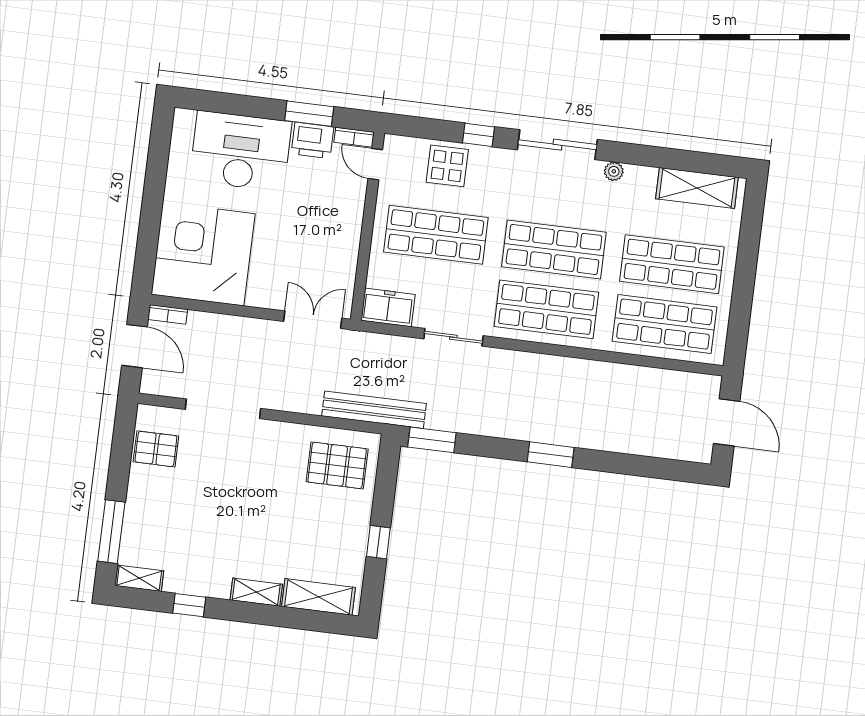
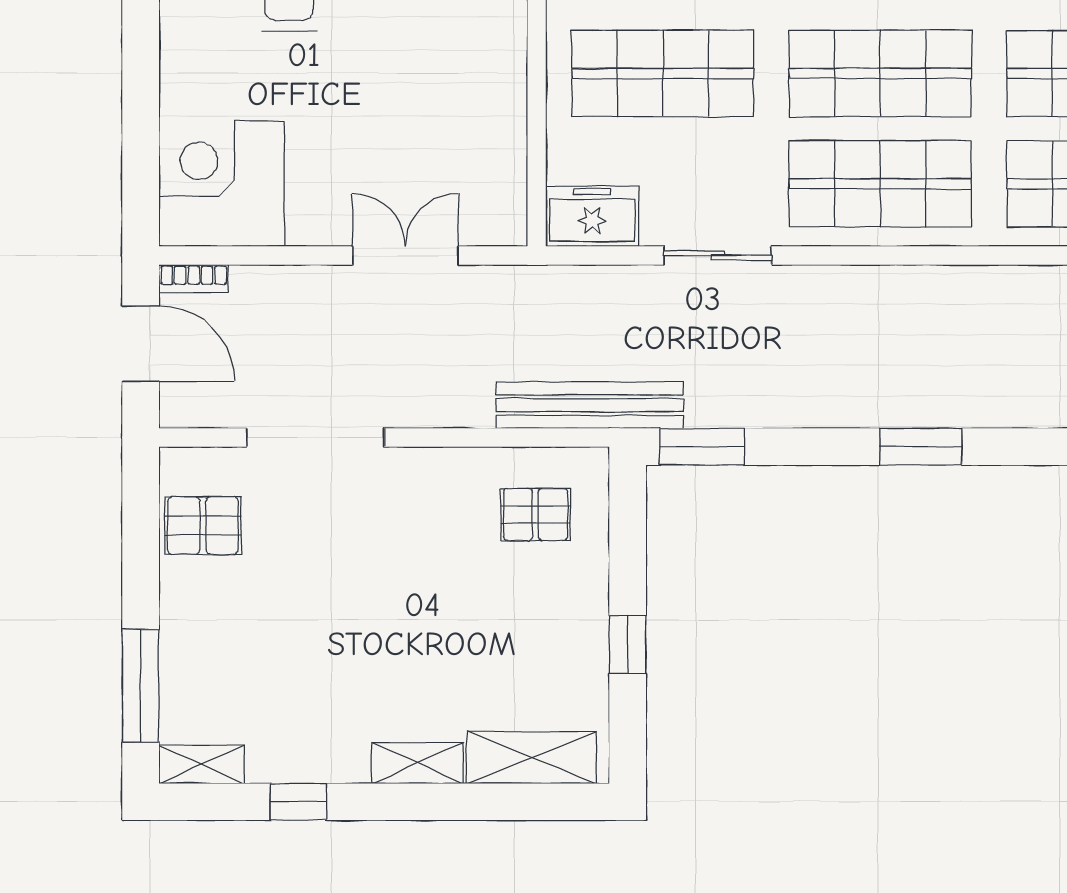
corner desk: (203, 254) -> (222, 184), width x0.74, depth x0.74
double door: (313, 320) -> (405, 255), moved
pallet: (337, 465) -> (535, 515), width x0.67, depth x0.71

